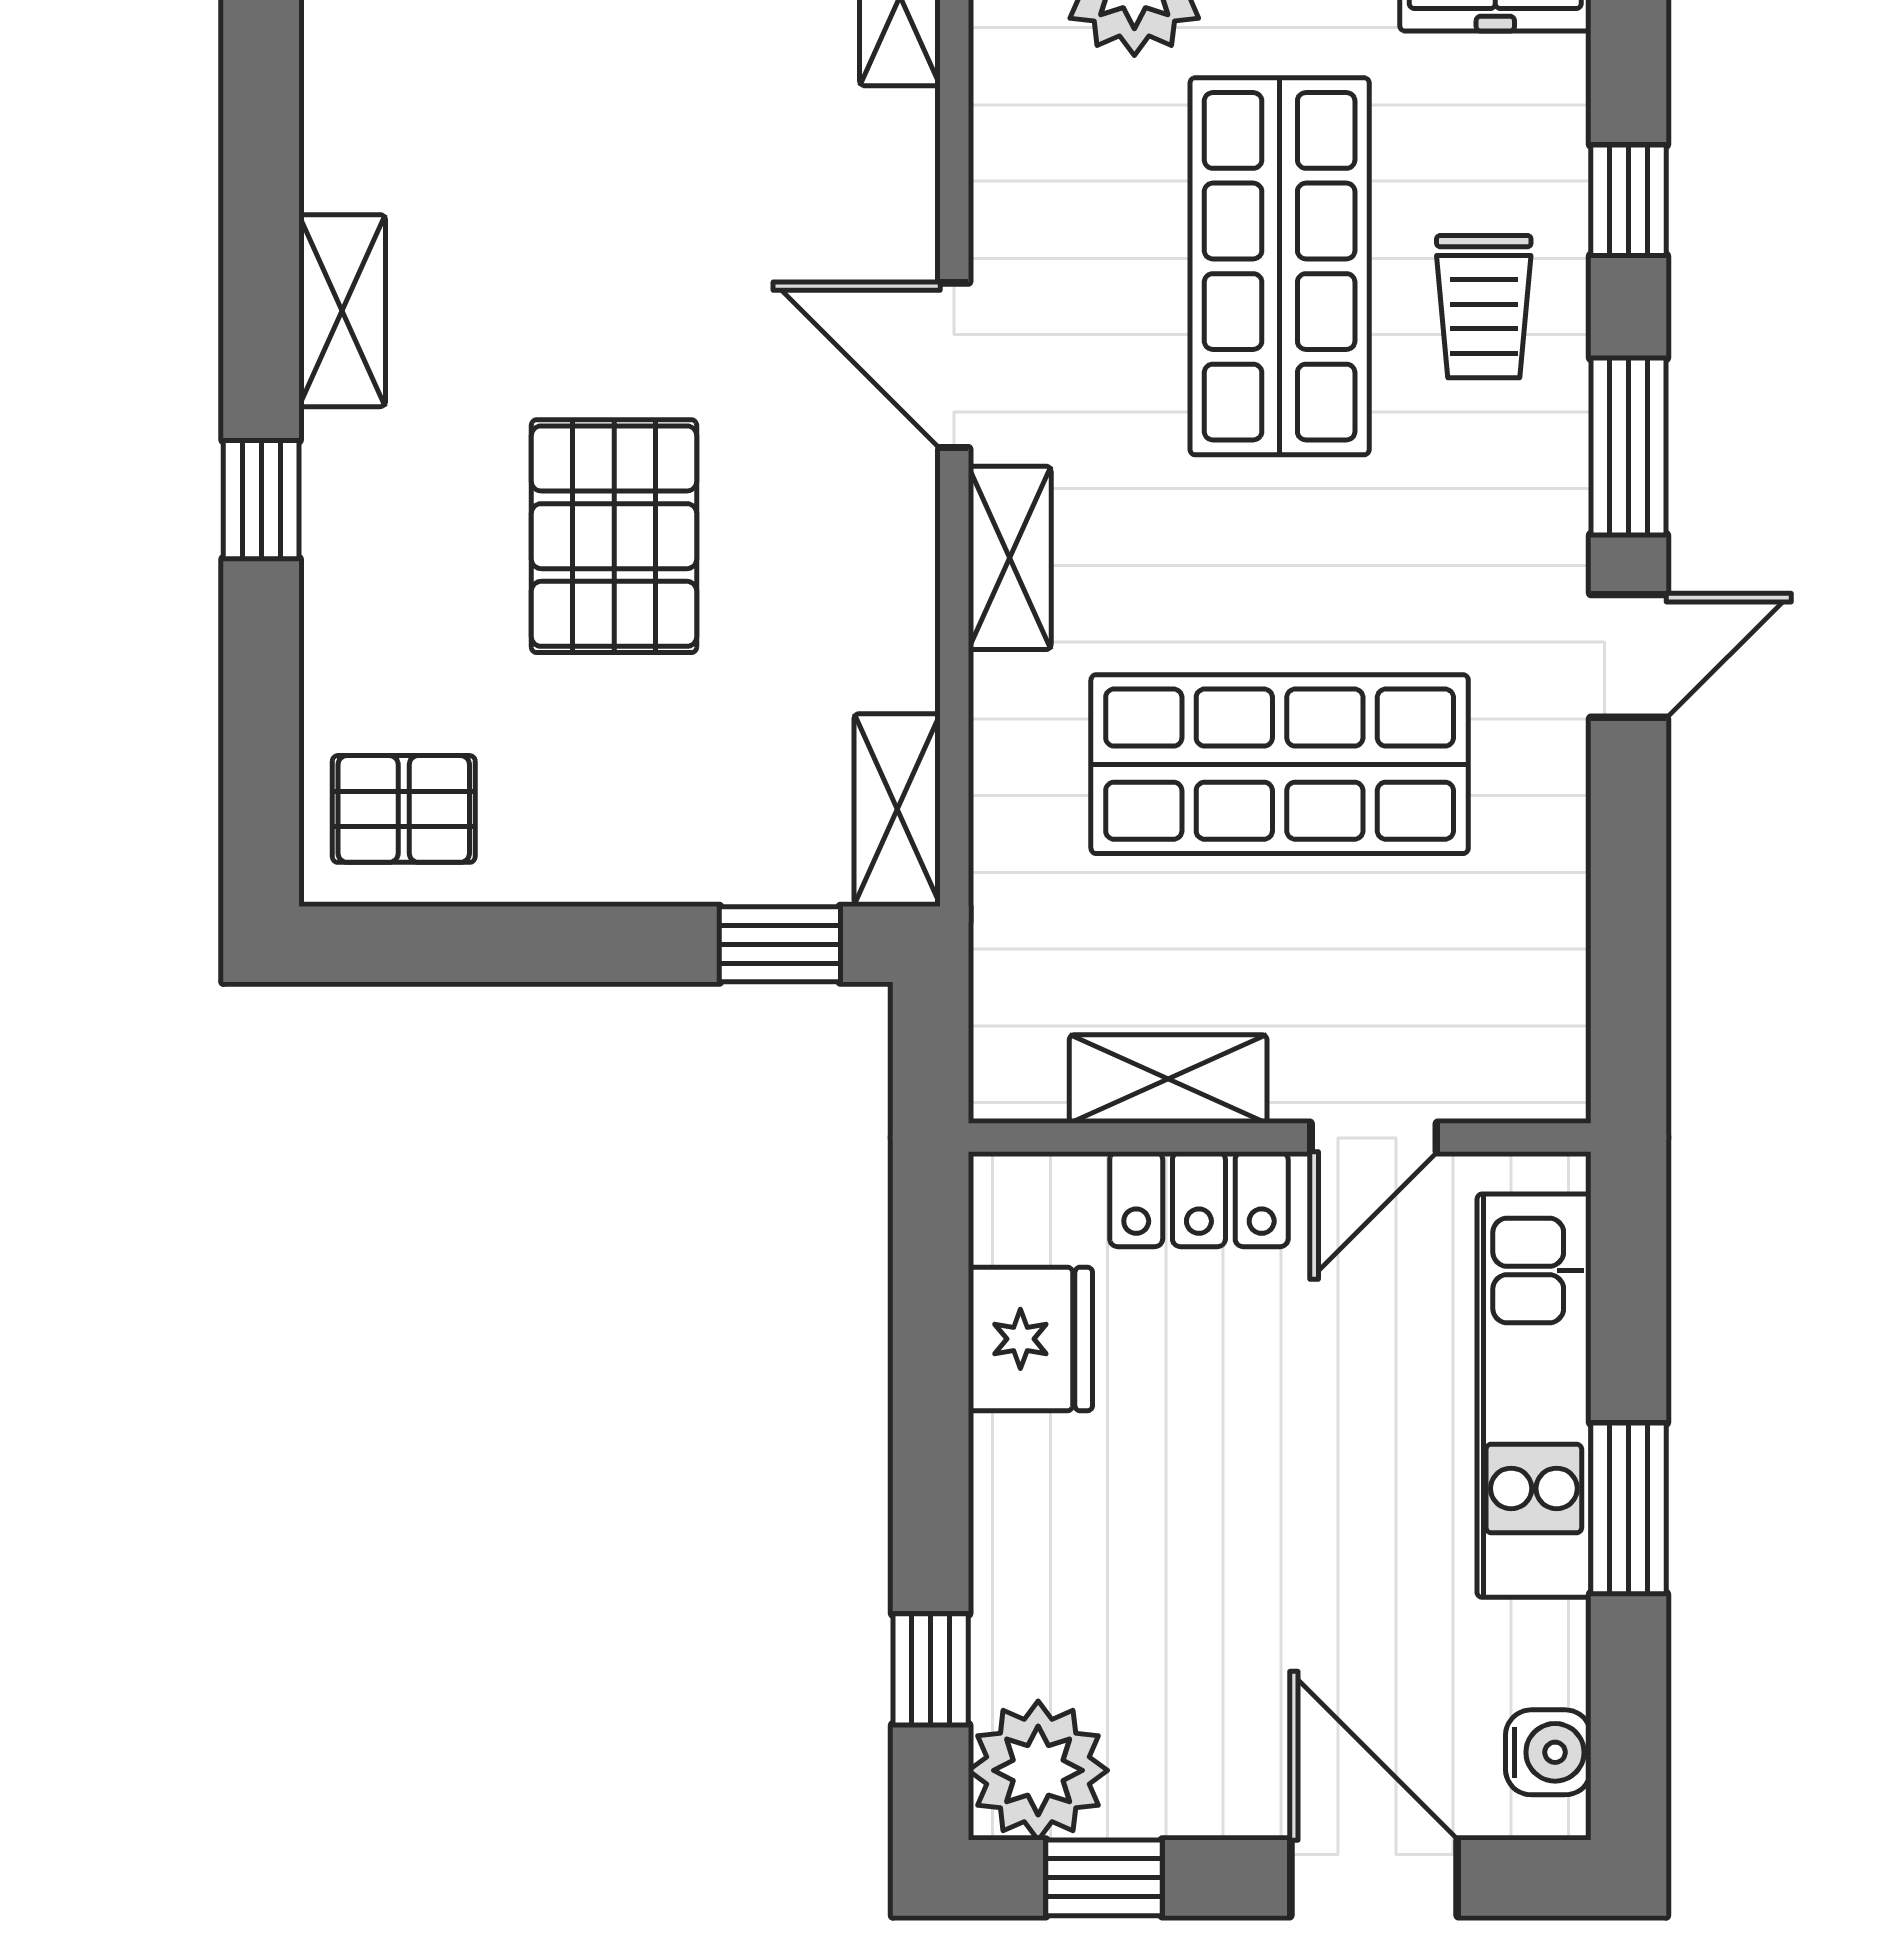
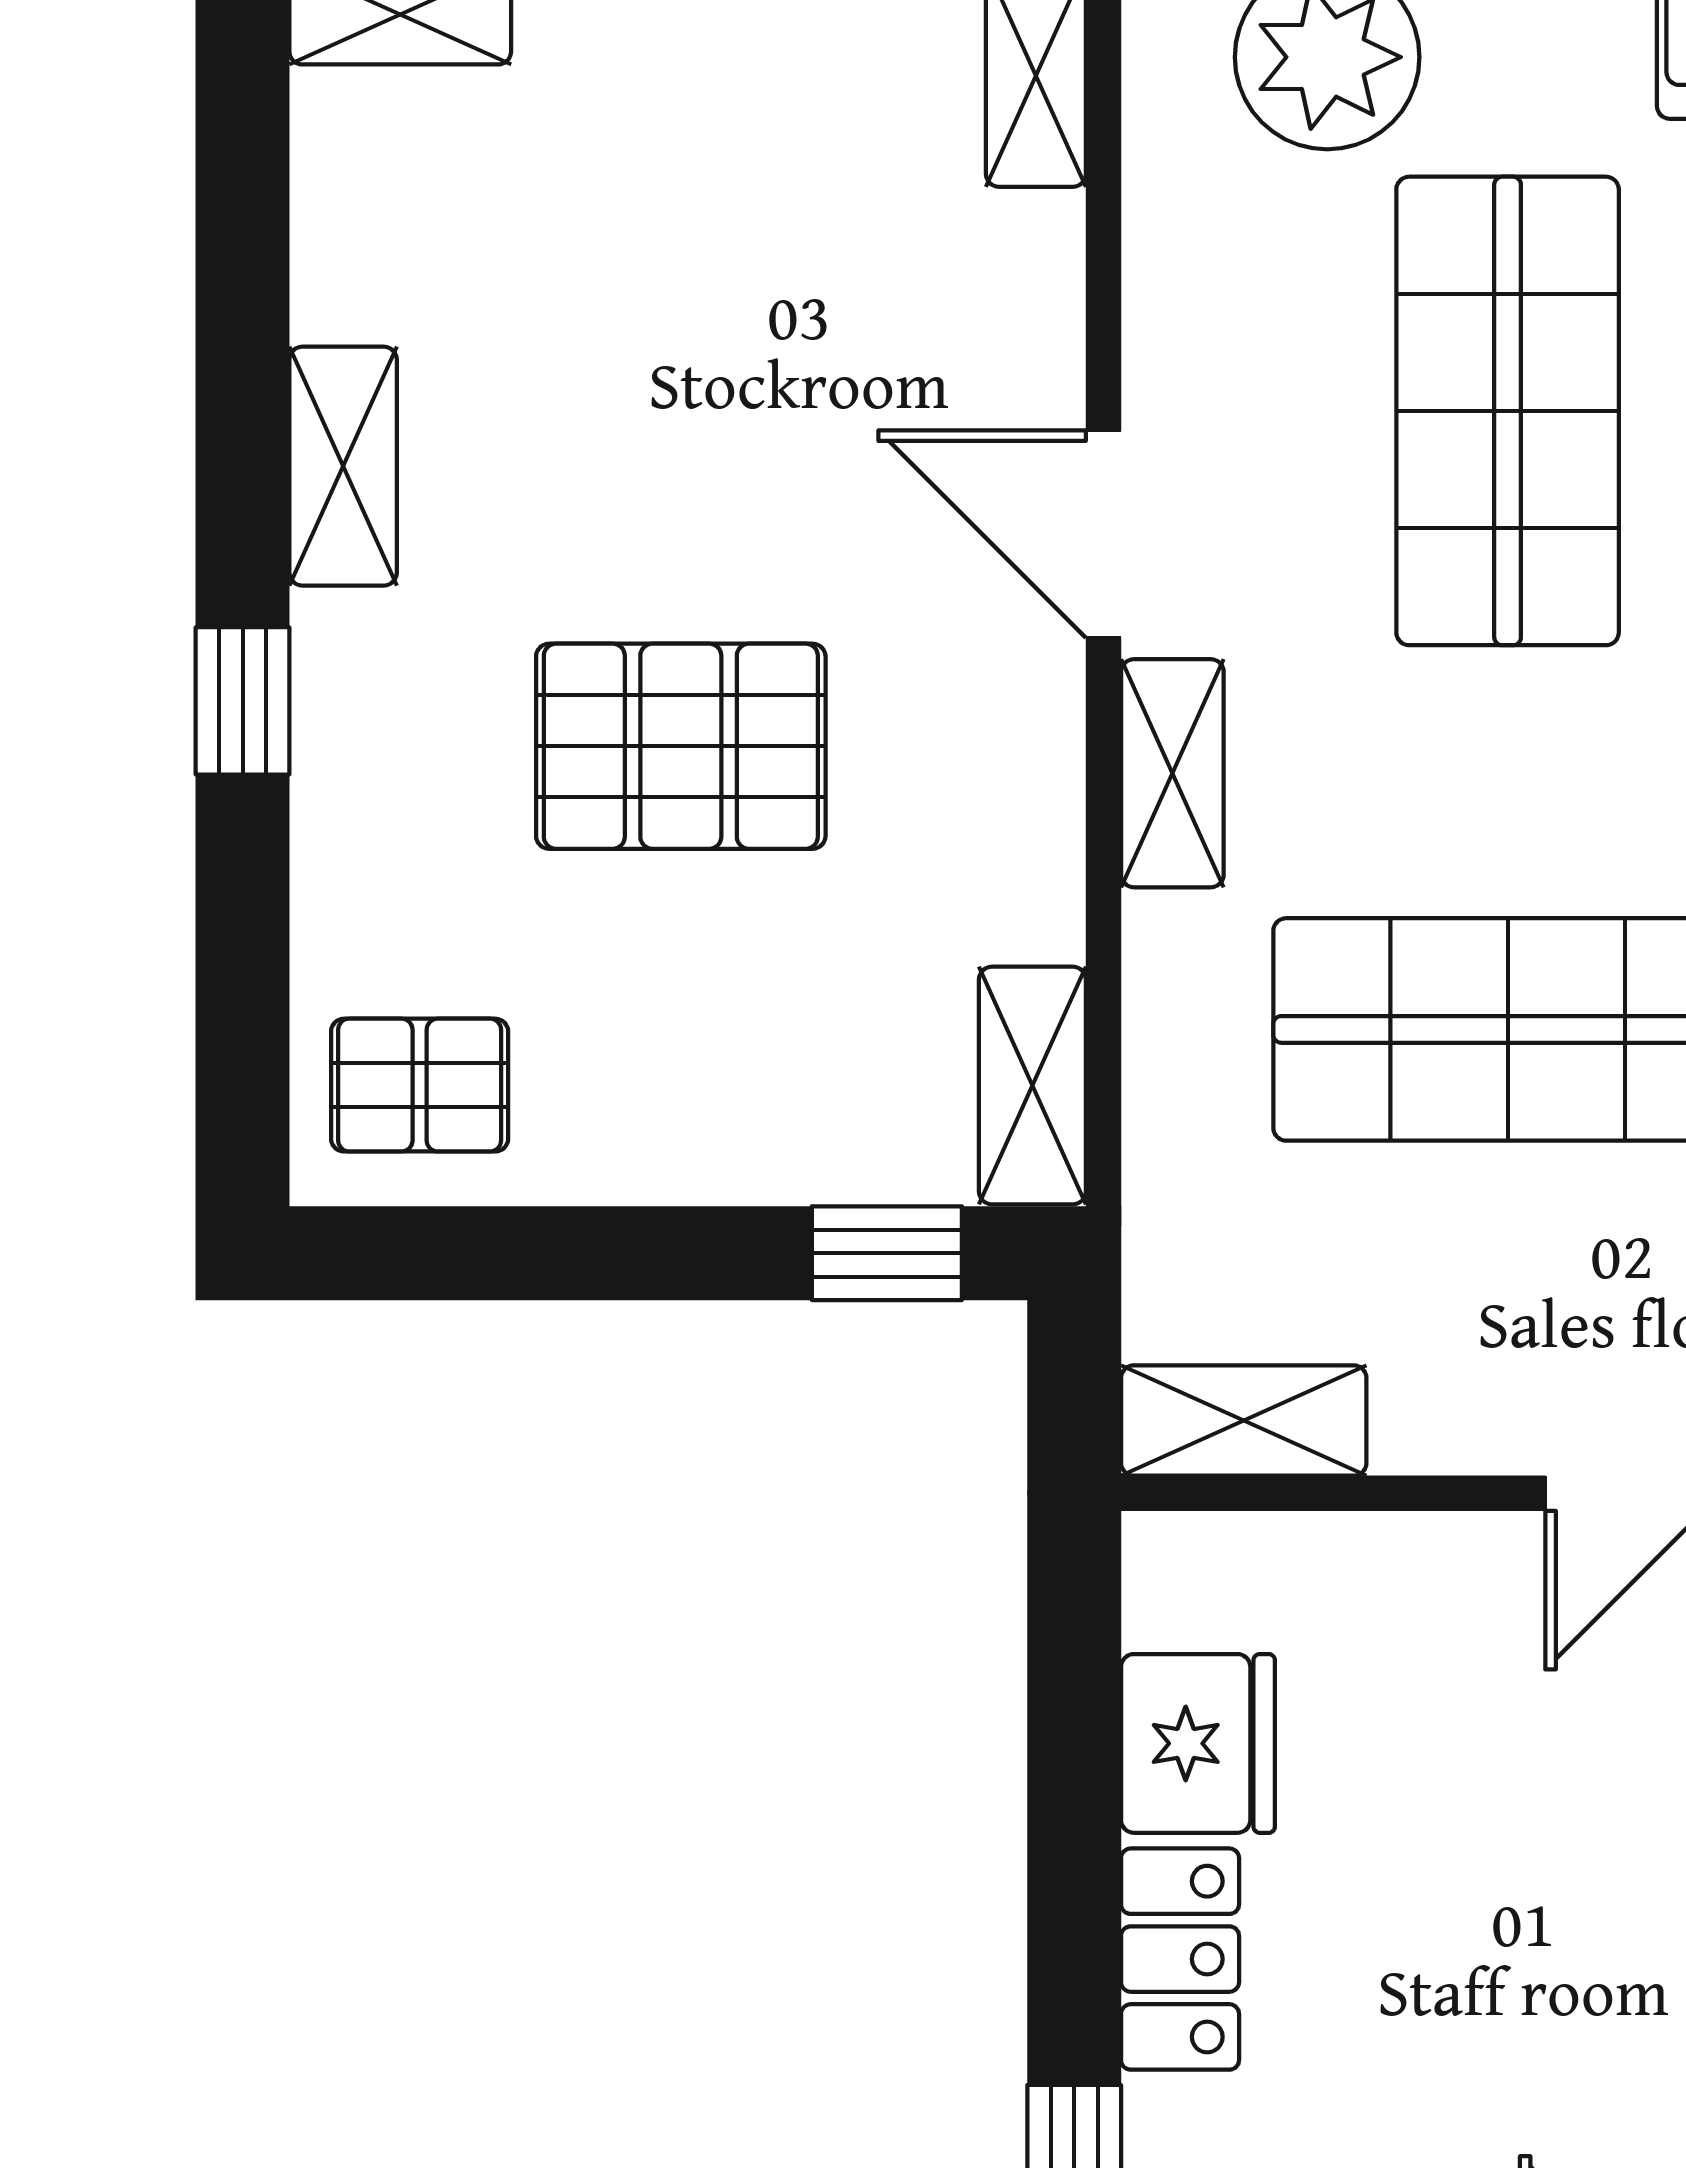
pallet: (614, 536) -> (681, 746), turned 90
shelving: (1168, 1079) -> (1244, 1420), moved
locker: (1199, 1199) -> (1180, 1959), moved, turned -90

